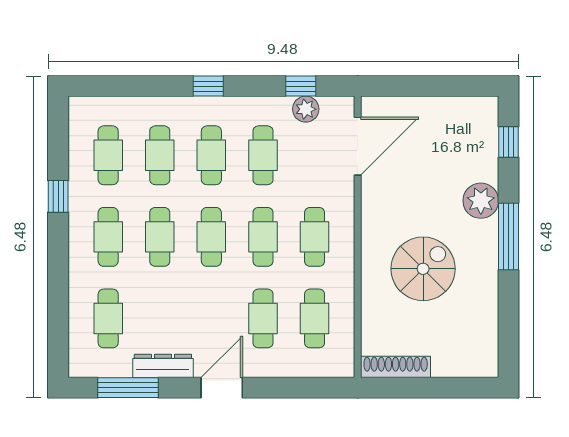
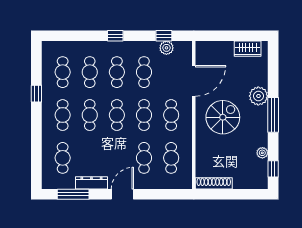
wardrobe: (460, 111) -> (248, 49), added
window: (508, 142) -> (273, 169), moved
door: (358, 146) -> (194, 81), moved
spiral stairs: (423, 269) -> (223, 117), moved
plant: (488, 309) -> (262, 153), added

